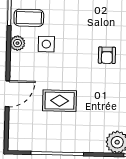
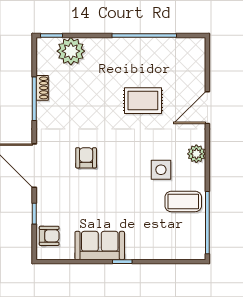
plant: (17, 43) -> (196, 154), moved

